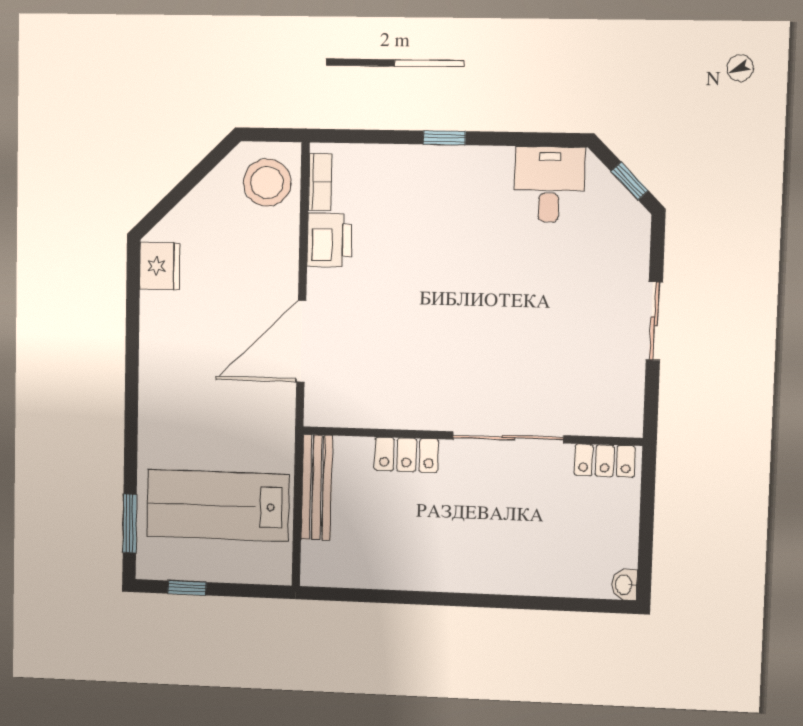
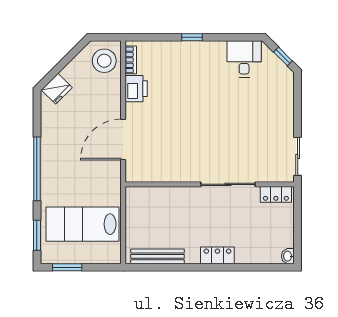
fridge: (160, 266) -> (57, 89), moved, turned 45
sliding door: (654, 321) -> (298, 156), moved
window: (132, 394) -> (37, 169), added
locker: (406, 455) -> (217, 255), moved, turned 180
bench: (317, 487) -> (157, 256), moved, turned 90
window: (187, 588) -> (67, 267), width x1.50

